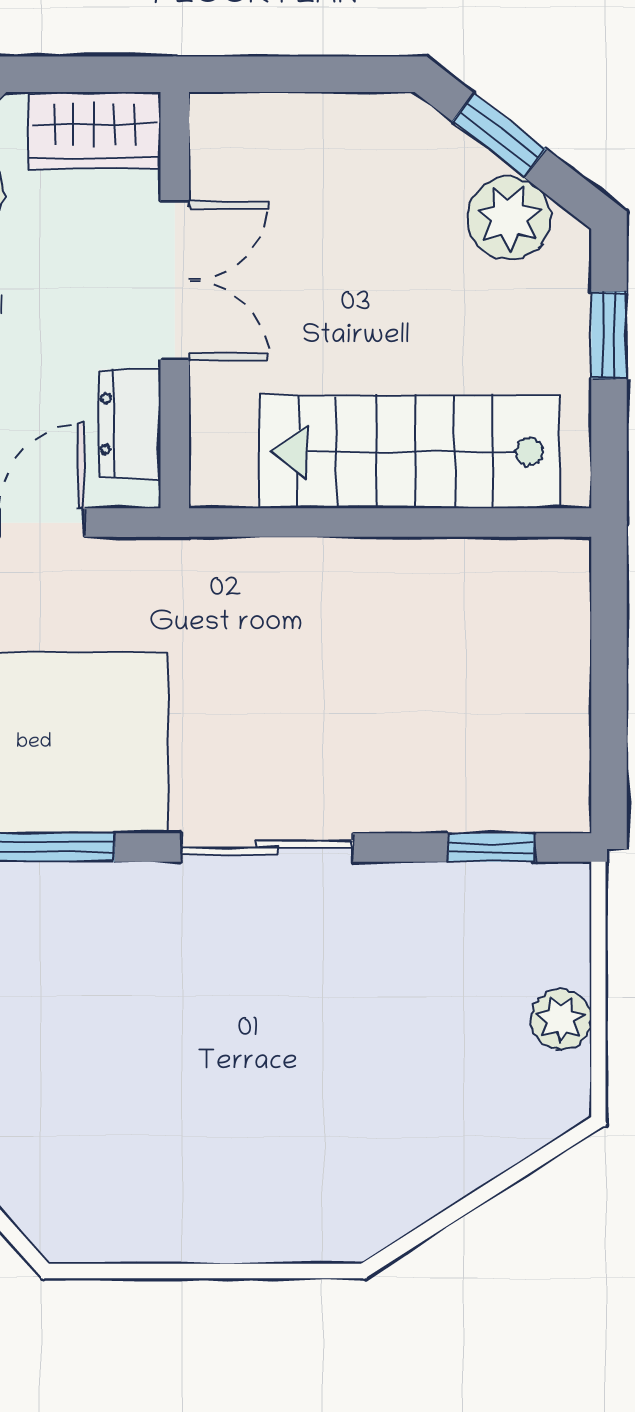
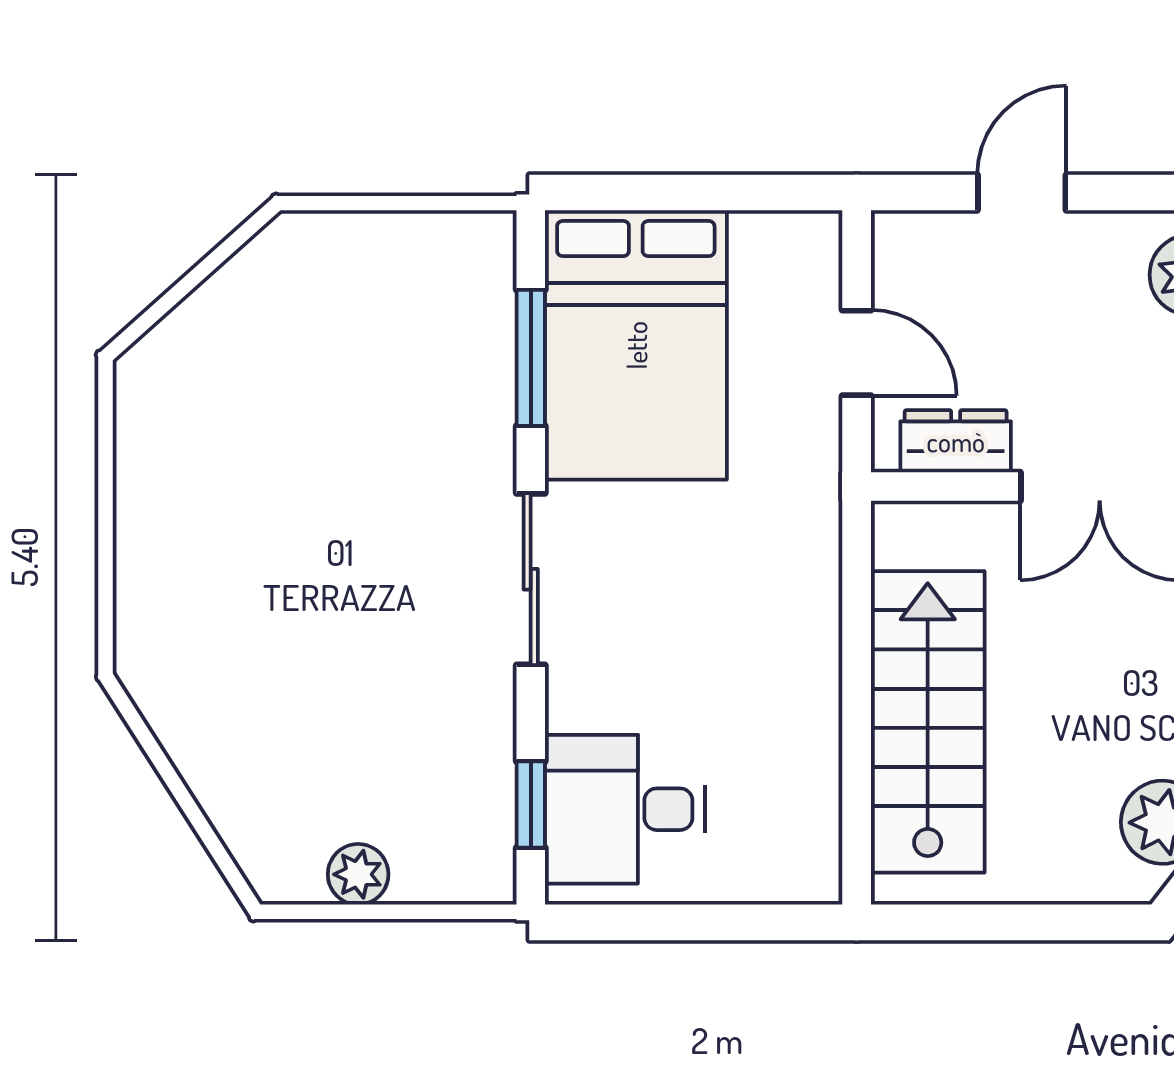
window: (609, 335) -> (1045, 922), removed
desk: (496, 753) -> (625, 809), added

